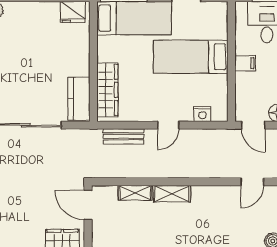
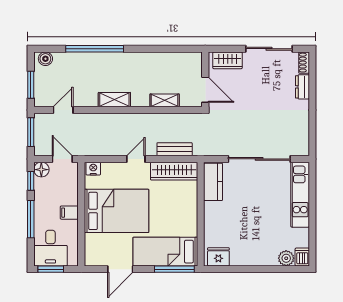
bed: (191, 57) -> (116, 211), width x1.50
wardrobe: (107, 90) -> (174, 171), moved, turned -90
nightstand: (202, 114) -> (93, 169), moved
shelving: (172, 194) -> (114, 100), moved

